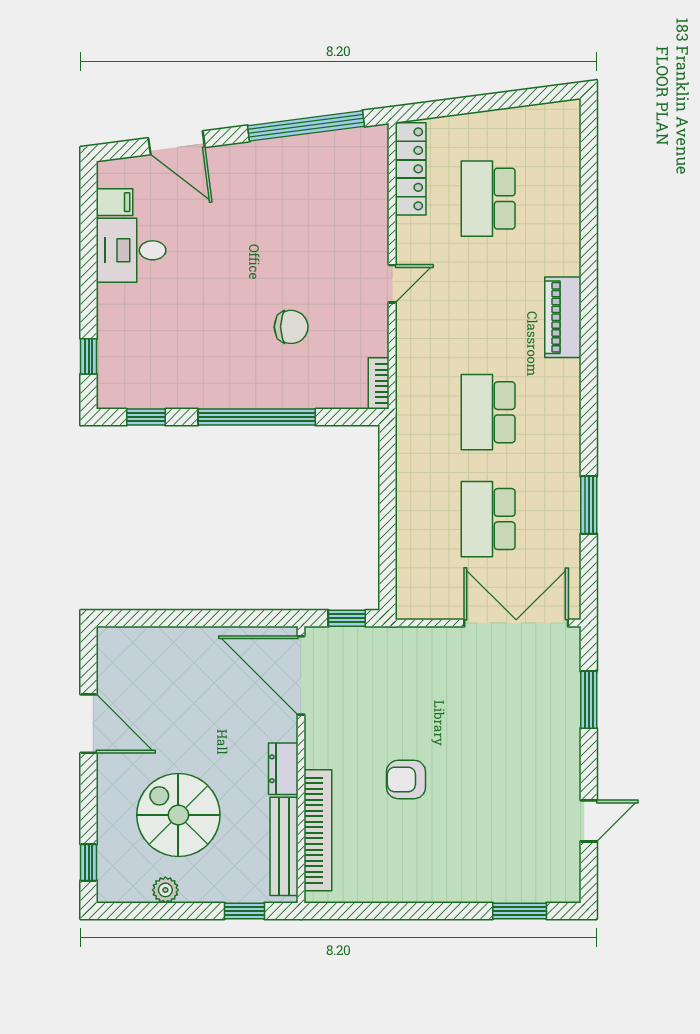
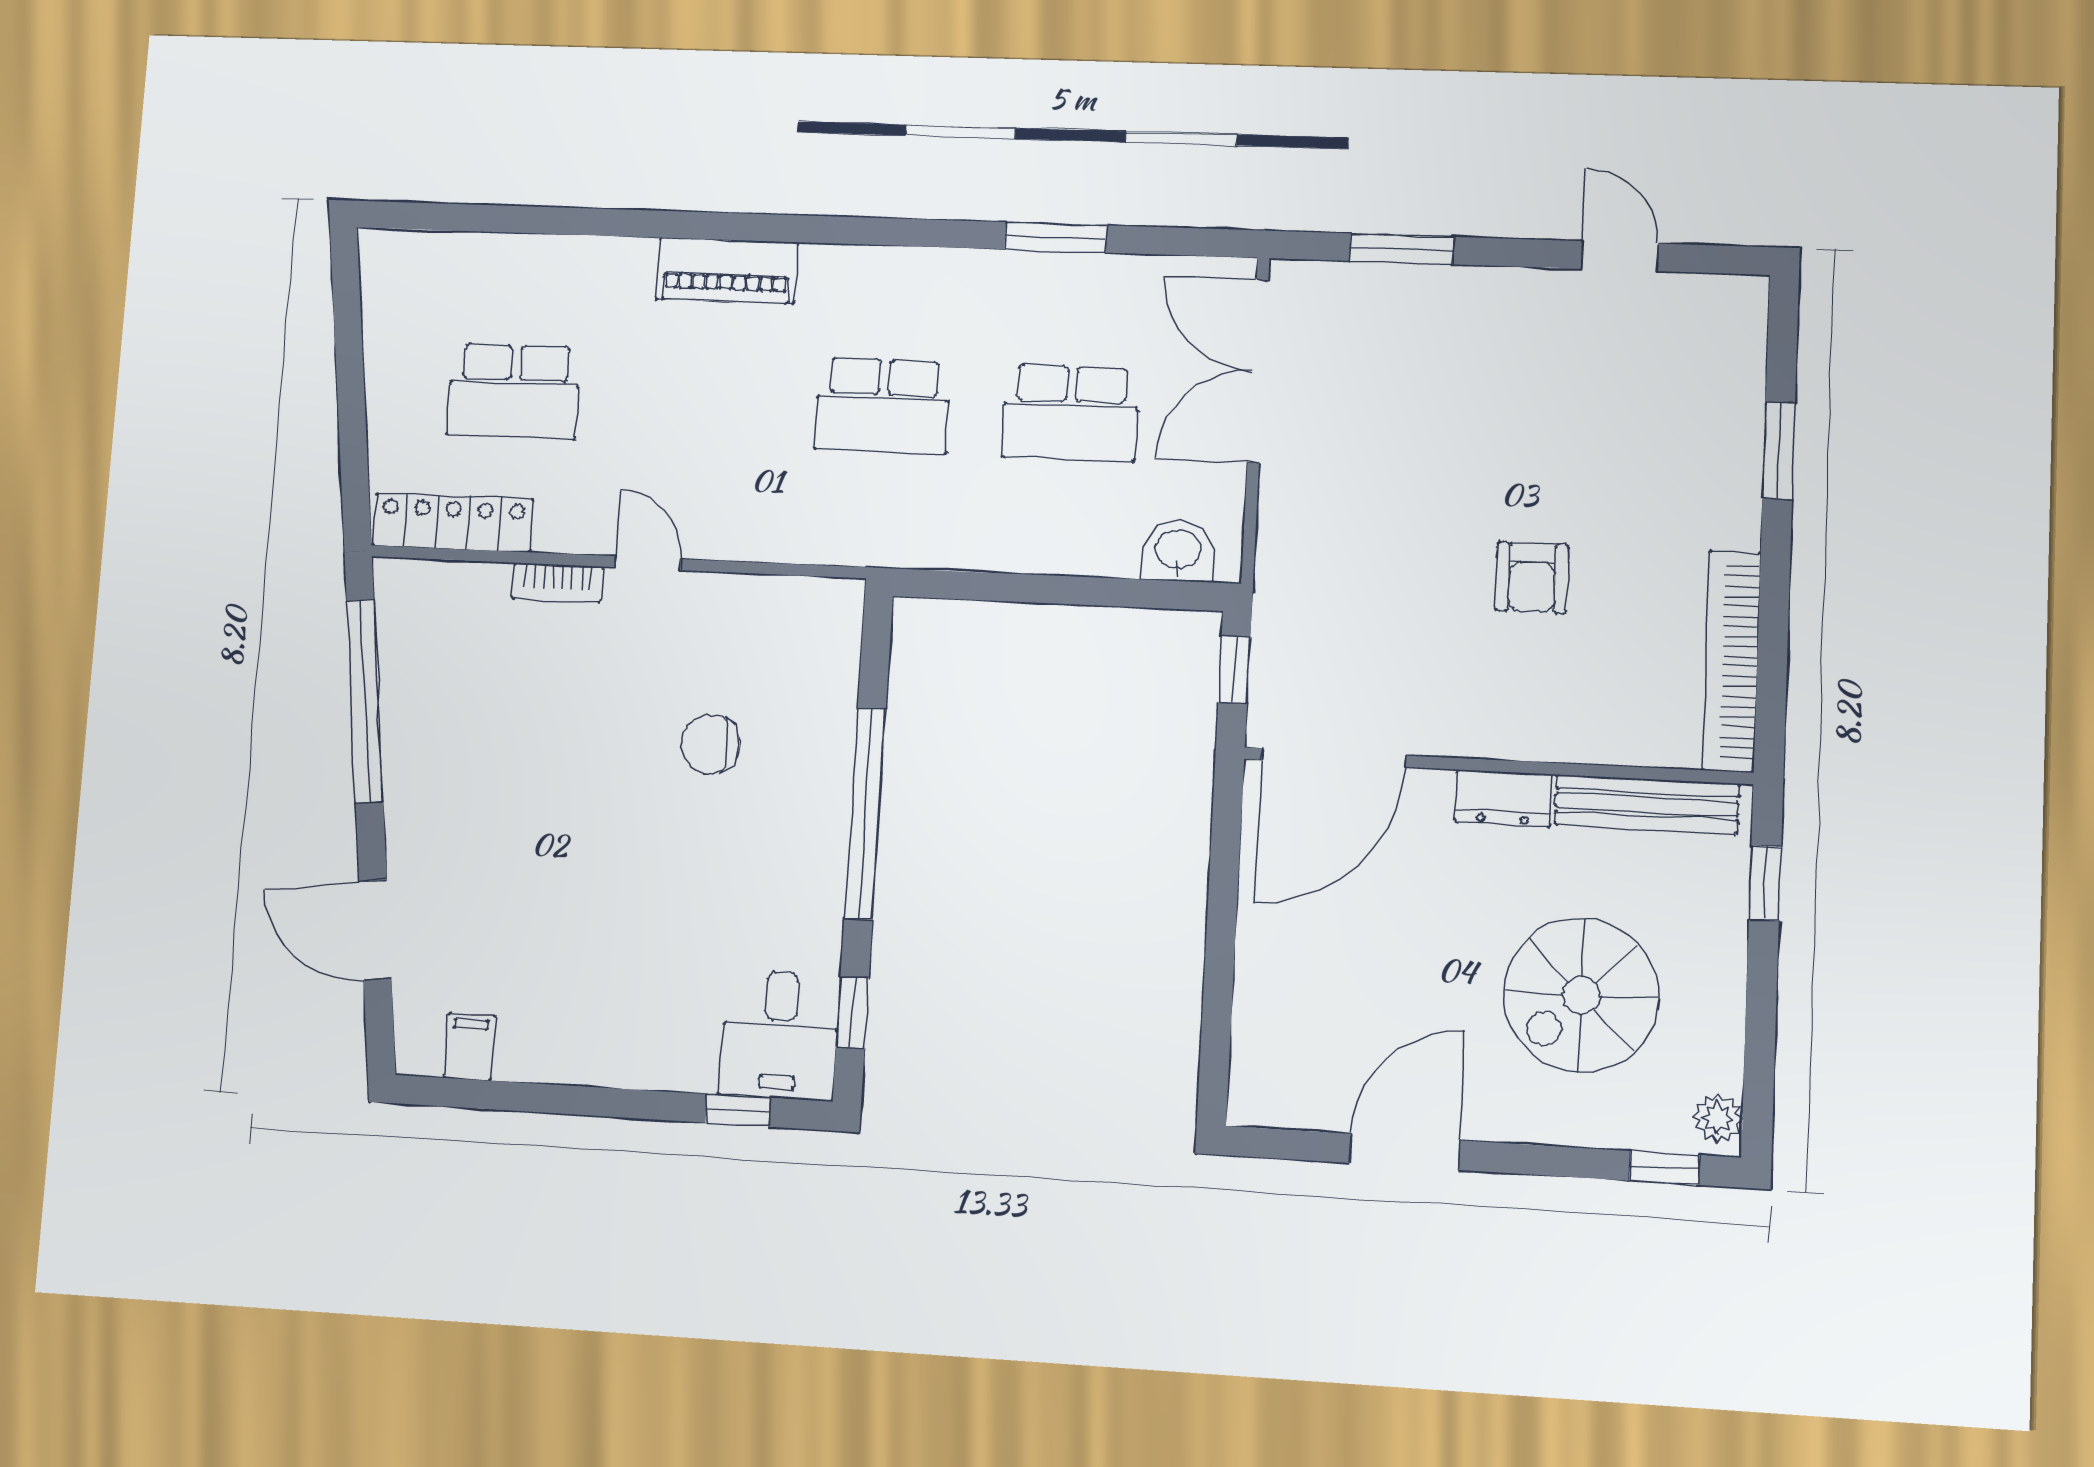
door: (177, 143) -> (375, 930), swing flipped
desk: (131, 250) -> (780, 1035), moved
chair: (291, 327) -> (711, 744), turned -90
bookcase: (379, 383) -> (558, 583), moved
washbasin: (412, 584) -> (1178, 551), added
bookcase: (318, 830) -> (1732, 661), moved, turned -90
plant: (165, 890) -> (1718, 1118), moved
window: (520, 911) -> (1779, 451), moved

